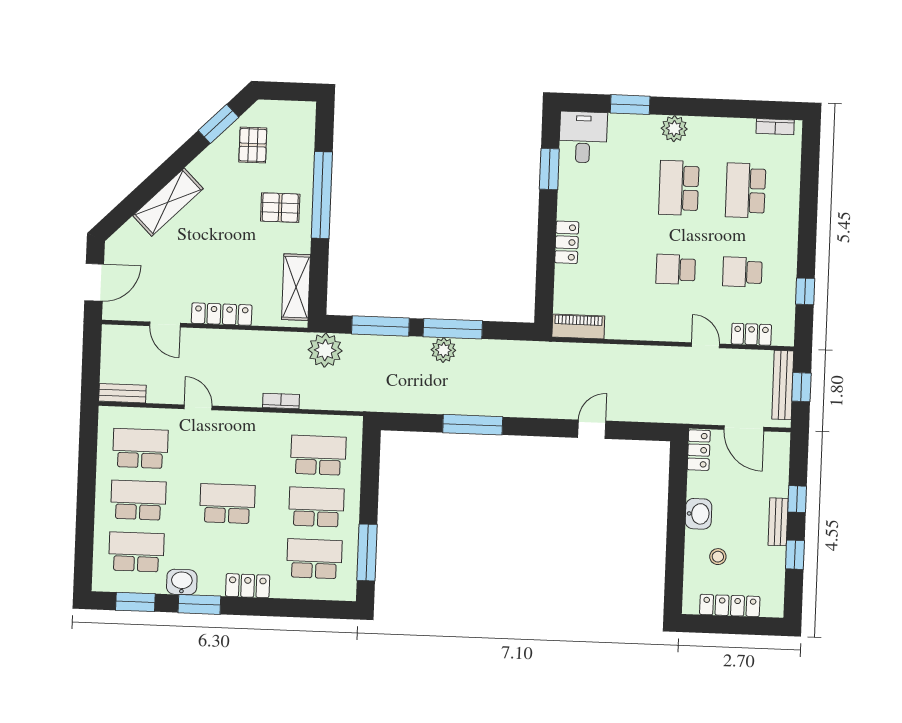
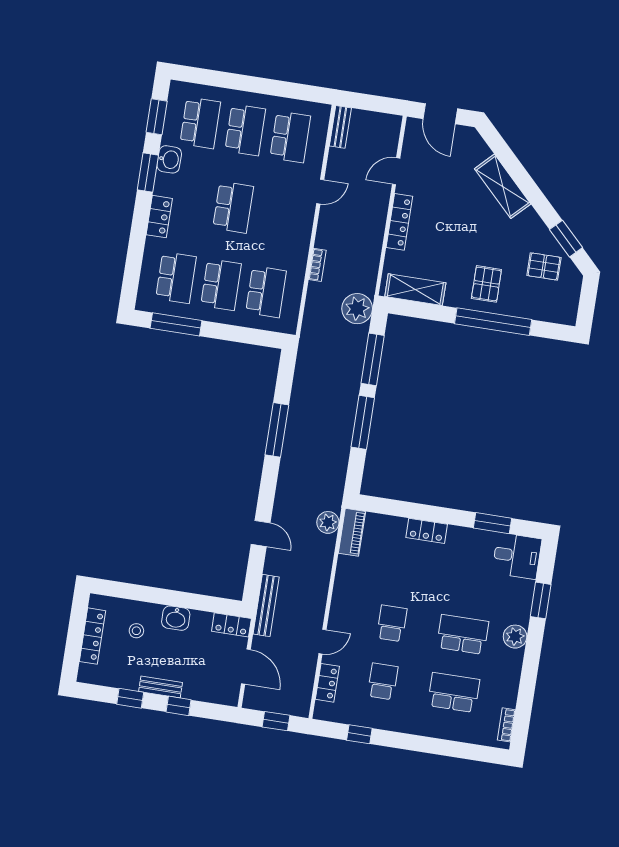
plant: (443, 350) -> (328, 522), moved
bench: (783, 385) -> (266, 605), moved, turned 90
door: (744, 428) -> (246, 667), swing flipped

